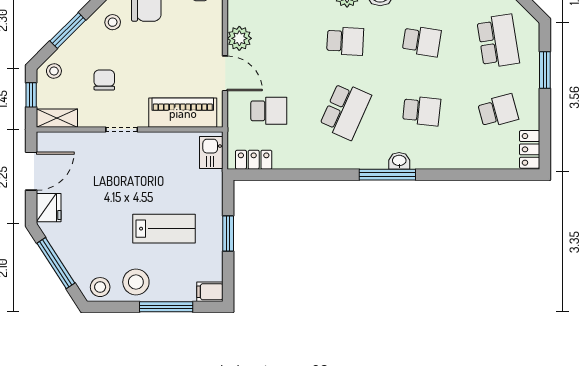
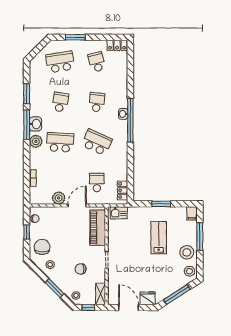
school desk: (345, 41) -> (60, 142), width x1.85
window: (387, 175) -> (130, 120), width x1.46

